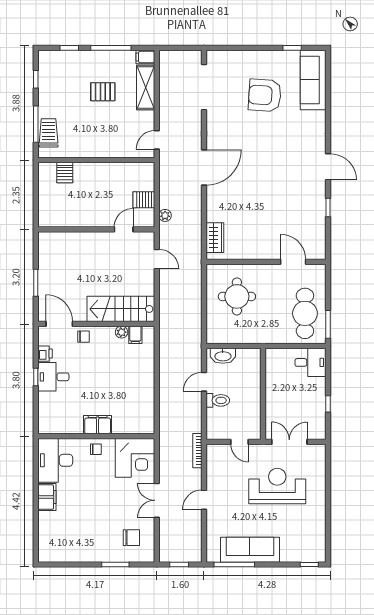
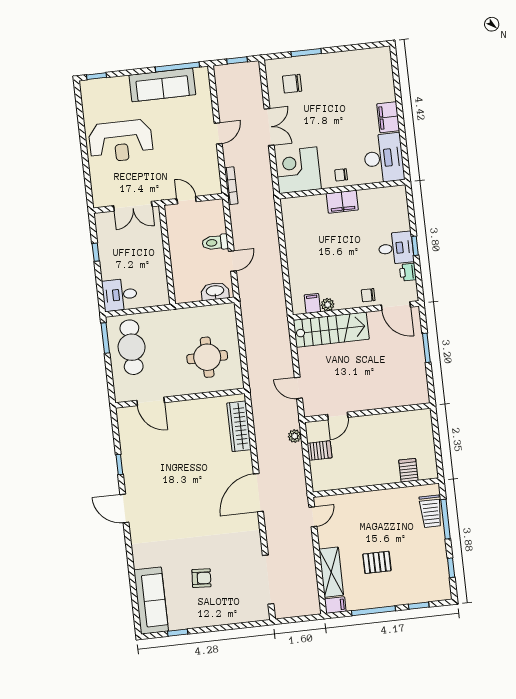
armchair: (265, 95) -> (201, 578), width x0.53, depth x0.53
wardrobe: (215, 238) -> (239, 426), width x1.50
reception desk: (277, 486) -> (121, 141), moved

